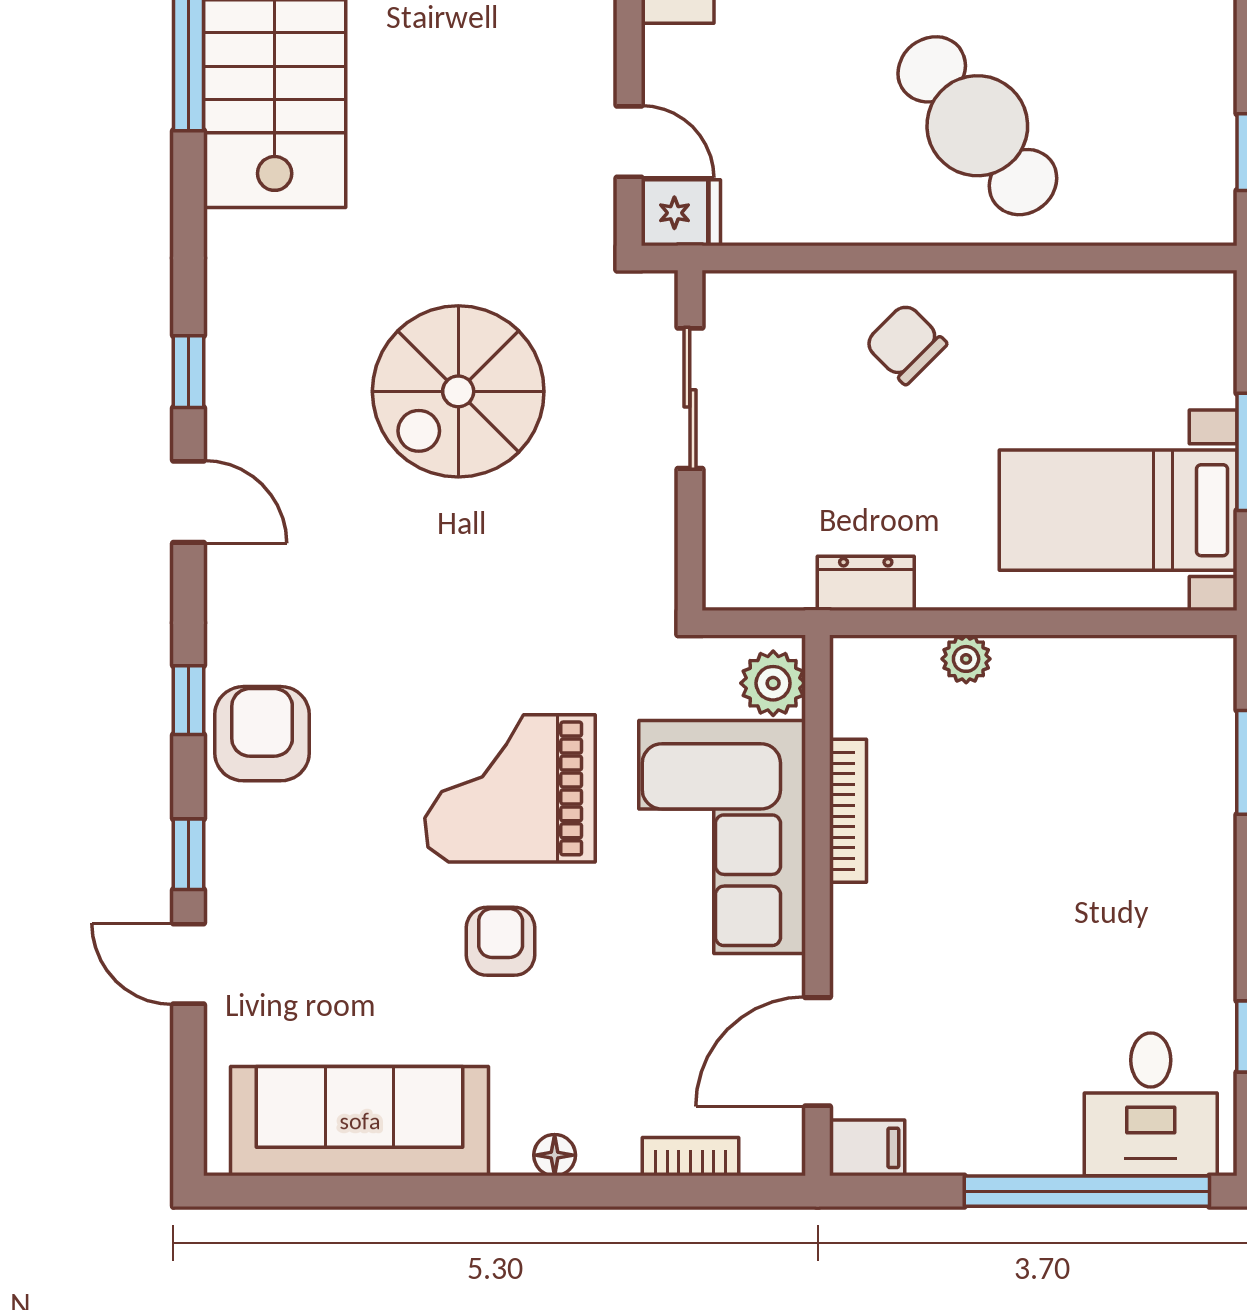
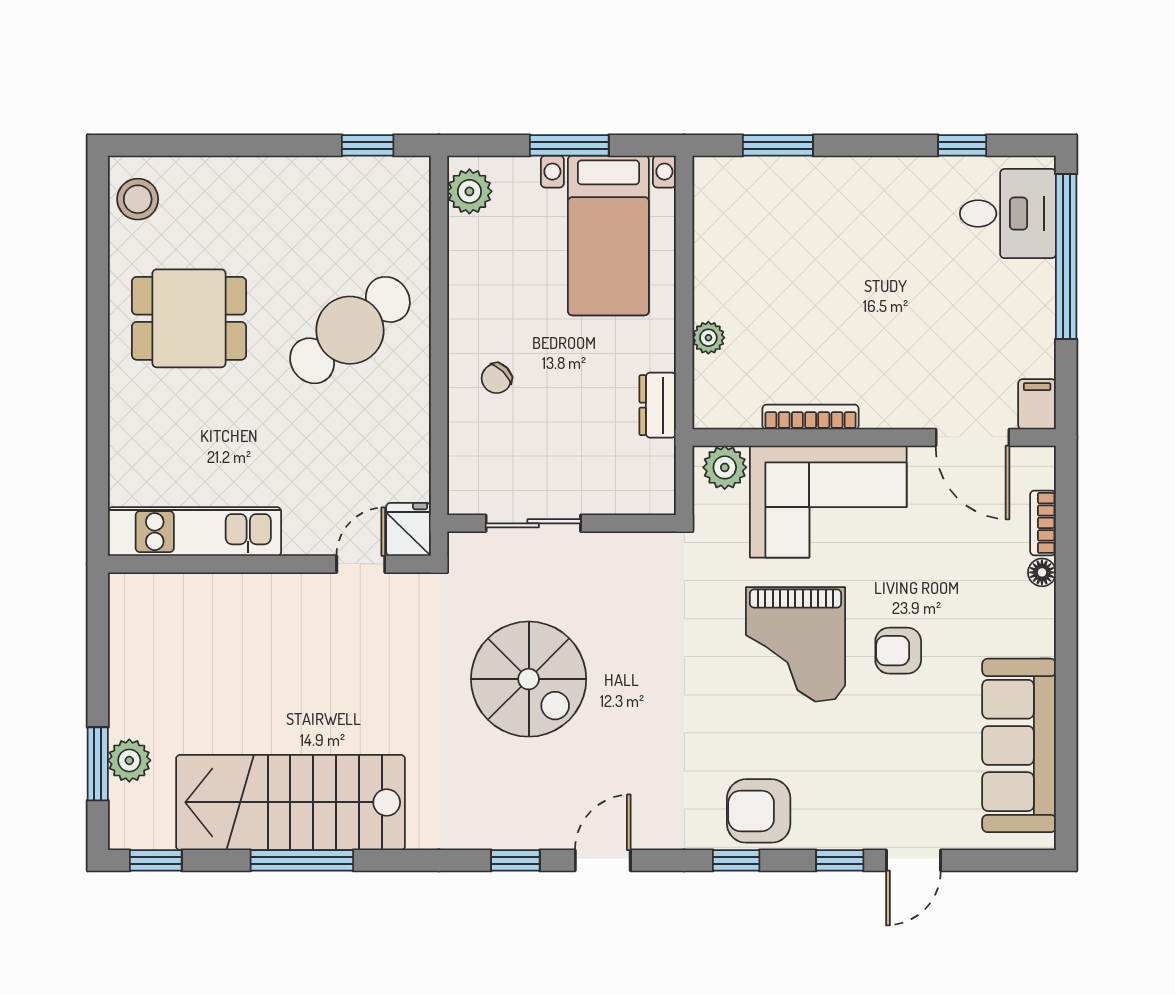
plant: (1184, 303) -> (469, 191), added
chair: (906, 344) -> (497, 378), width x0.73, depth x0.73
floor lamp: (555, 1155) -> (1042, 572), moved

